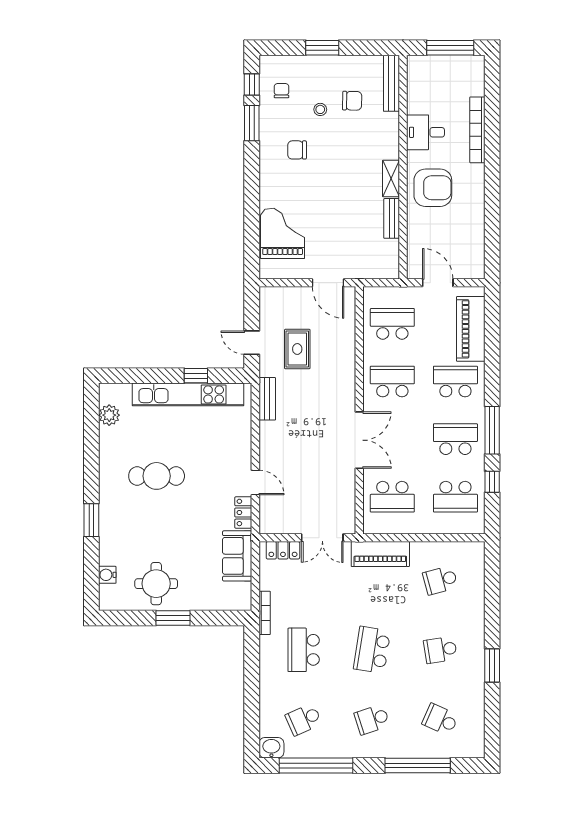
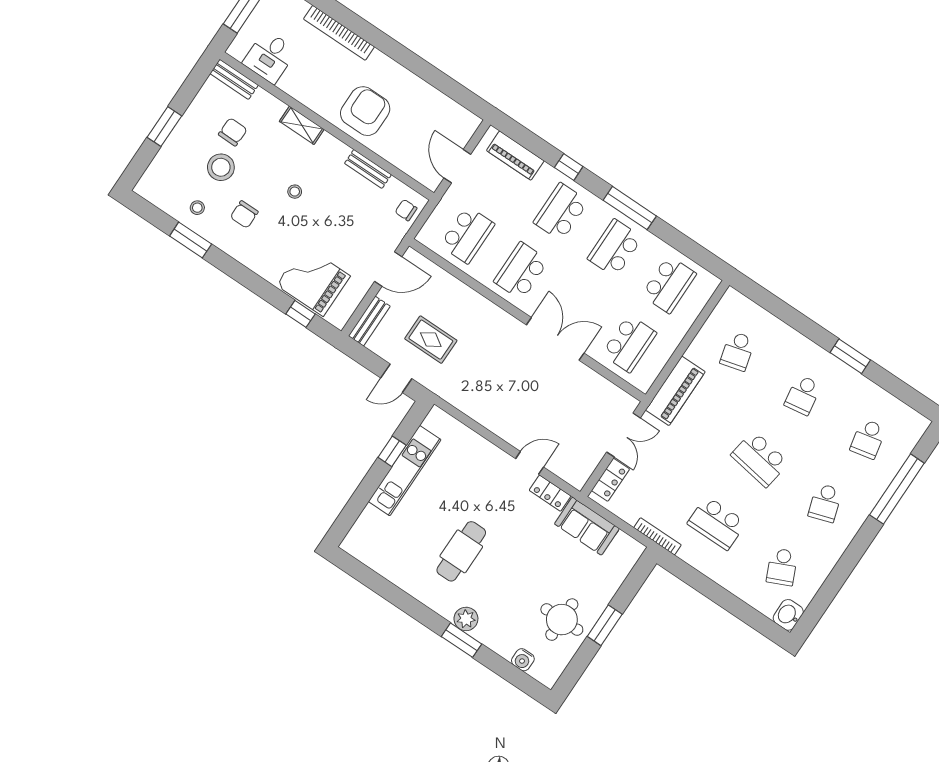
bench: (391, 83) -> (234, 79), width x0.73
window: (252, 84) -> (301, 314), moved
chair: (281, 91) -> (406, 210), moved
stool: (320, 109) -> (221, 167), width x1.89, depth x1.89
stool: (279, 112) -> (197, 208), added
desk: (425, 132) -> (270, 57), moved
stool: (339, 176) -> (295, 192), added
shelving: (391, 179) -> (302, 125), moved
door: (438, 283) -> (457, 166), hinge flipped
school desk: (392, 324) -> (467, 235), turned 180
piano: (471, 329) -> (515, 156), width x0.73, depth x0.75
kitchen unit: (188, 394) -> (405, 471), width x0.73
bench: (267, 399) -> (369, 321), moved, turned 90
plant: (109, 415) -> (466, 619), moved
window: (492, 482) -> (569, 167), moved
school desk: (440, 719) -> (868, 439), turned -36
window: (316, 766) -> (833, 584), removed

